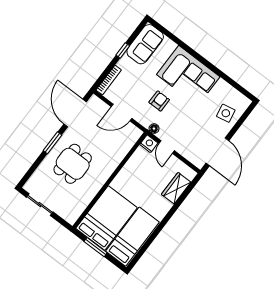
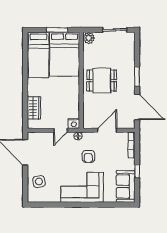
door: (167, 147) -> (61, 130), swing flipped
dining table: (73, 164) -> (102, 81), moved, turned 90
plant: (71, 216) -> (89, 38), added

